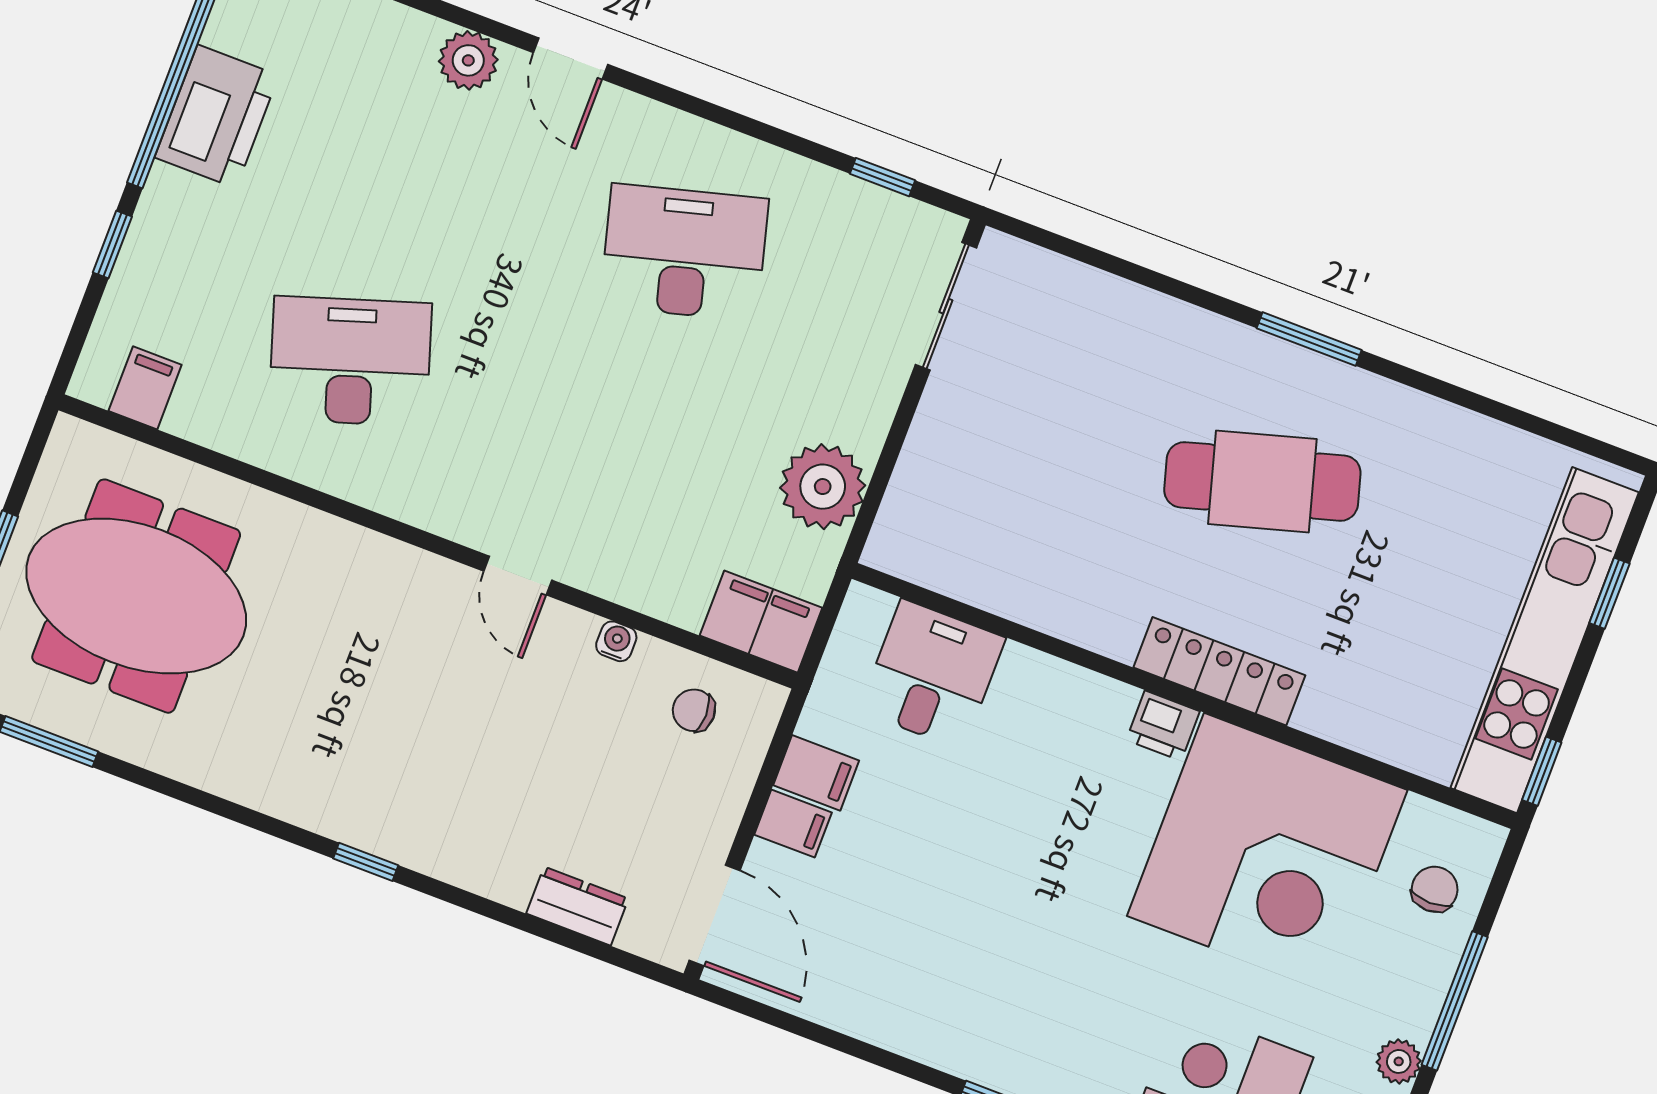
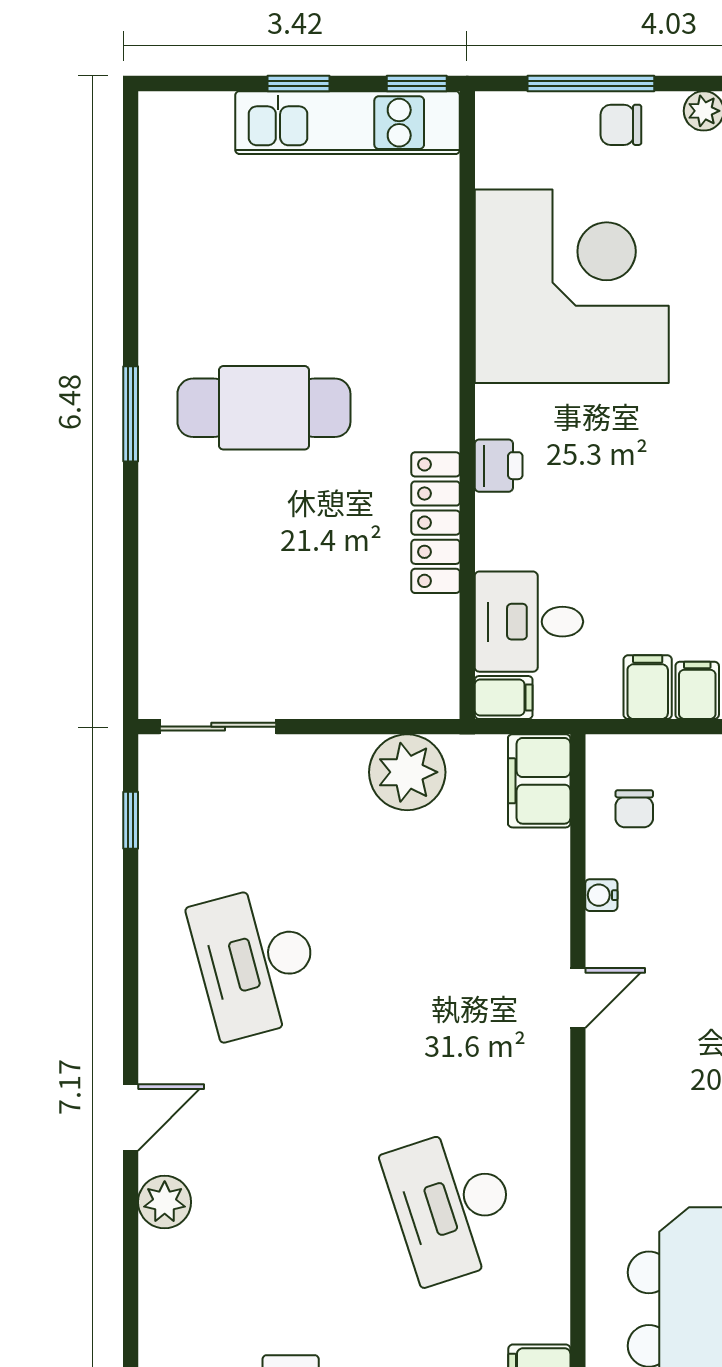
cafe table: (1262, 481) -> (264, 408), turned -74
window: (1609, 593) -> (298, 83), moved
filing cabinet: (863, 618) -> (504, 697), added
kitchen unit: (1545, 640) -> (348, 123), width x0.73
locker: (1219, 671) -> (436, 523), moved
printer: (1163, 726) -> (499, 466), moved
chair: (1435, 889) -> (621, 125), moved
window: (1455, 1001) -> (591, 83), moved

